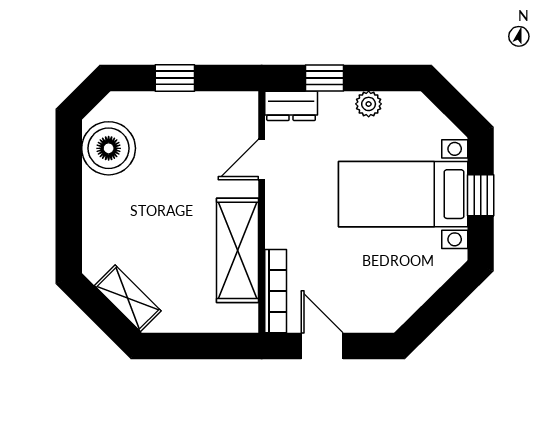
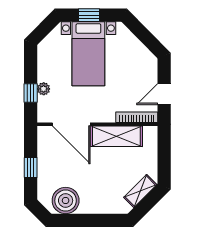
plant: (369, 104) -> (44, 89), moved
dresser: (291, 106) -> (44, 110), removed
door: (262, 160) -> (71, 124), width x1.88

